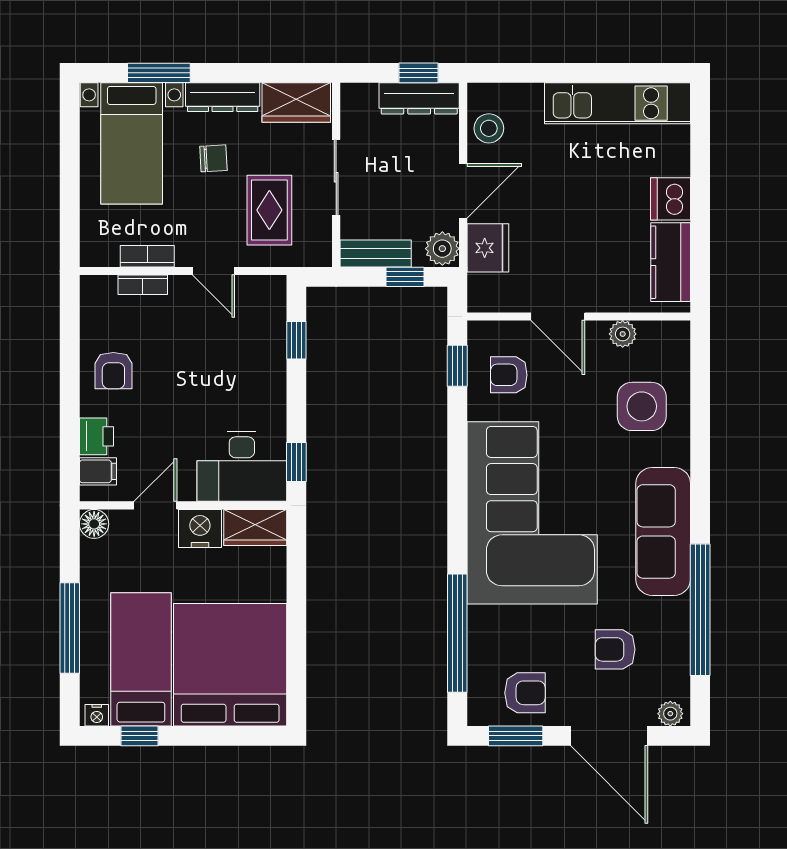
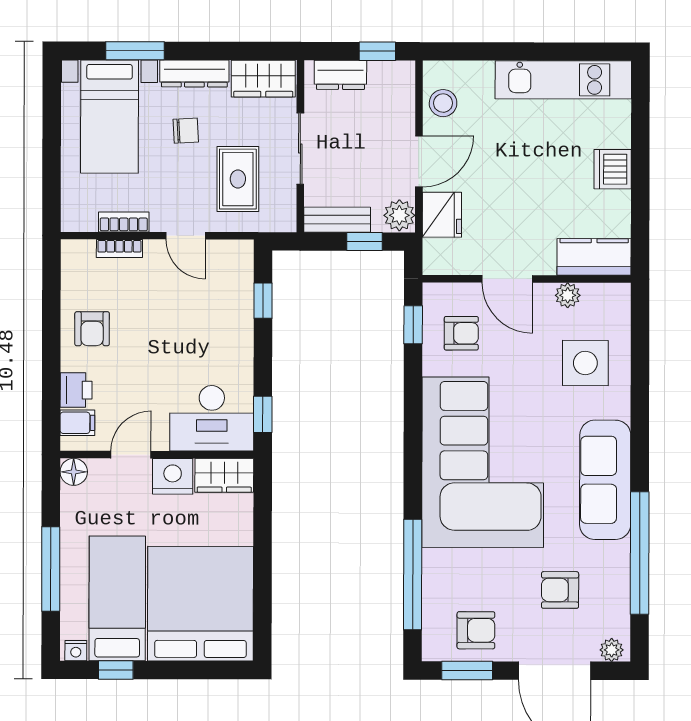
dresser: (419, 98) -> (340, 75), moved, width x0.70
kitchen counter: (671, 262) -> (594, 257), moved, turned 90
armchair: (509, 375) -> (461, 333), turned 180

